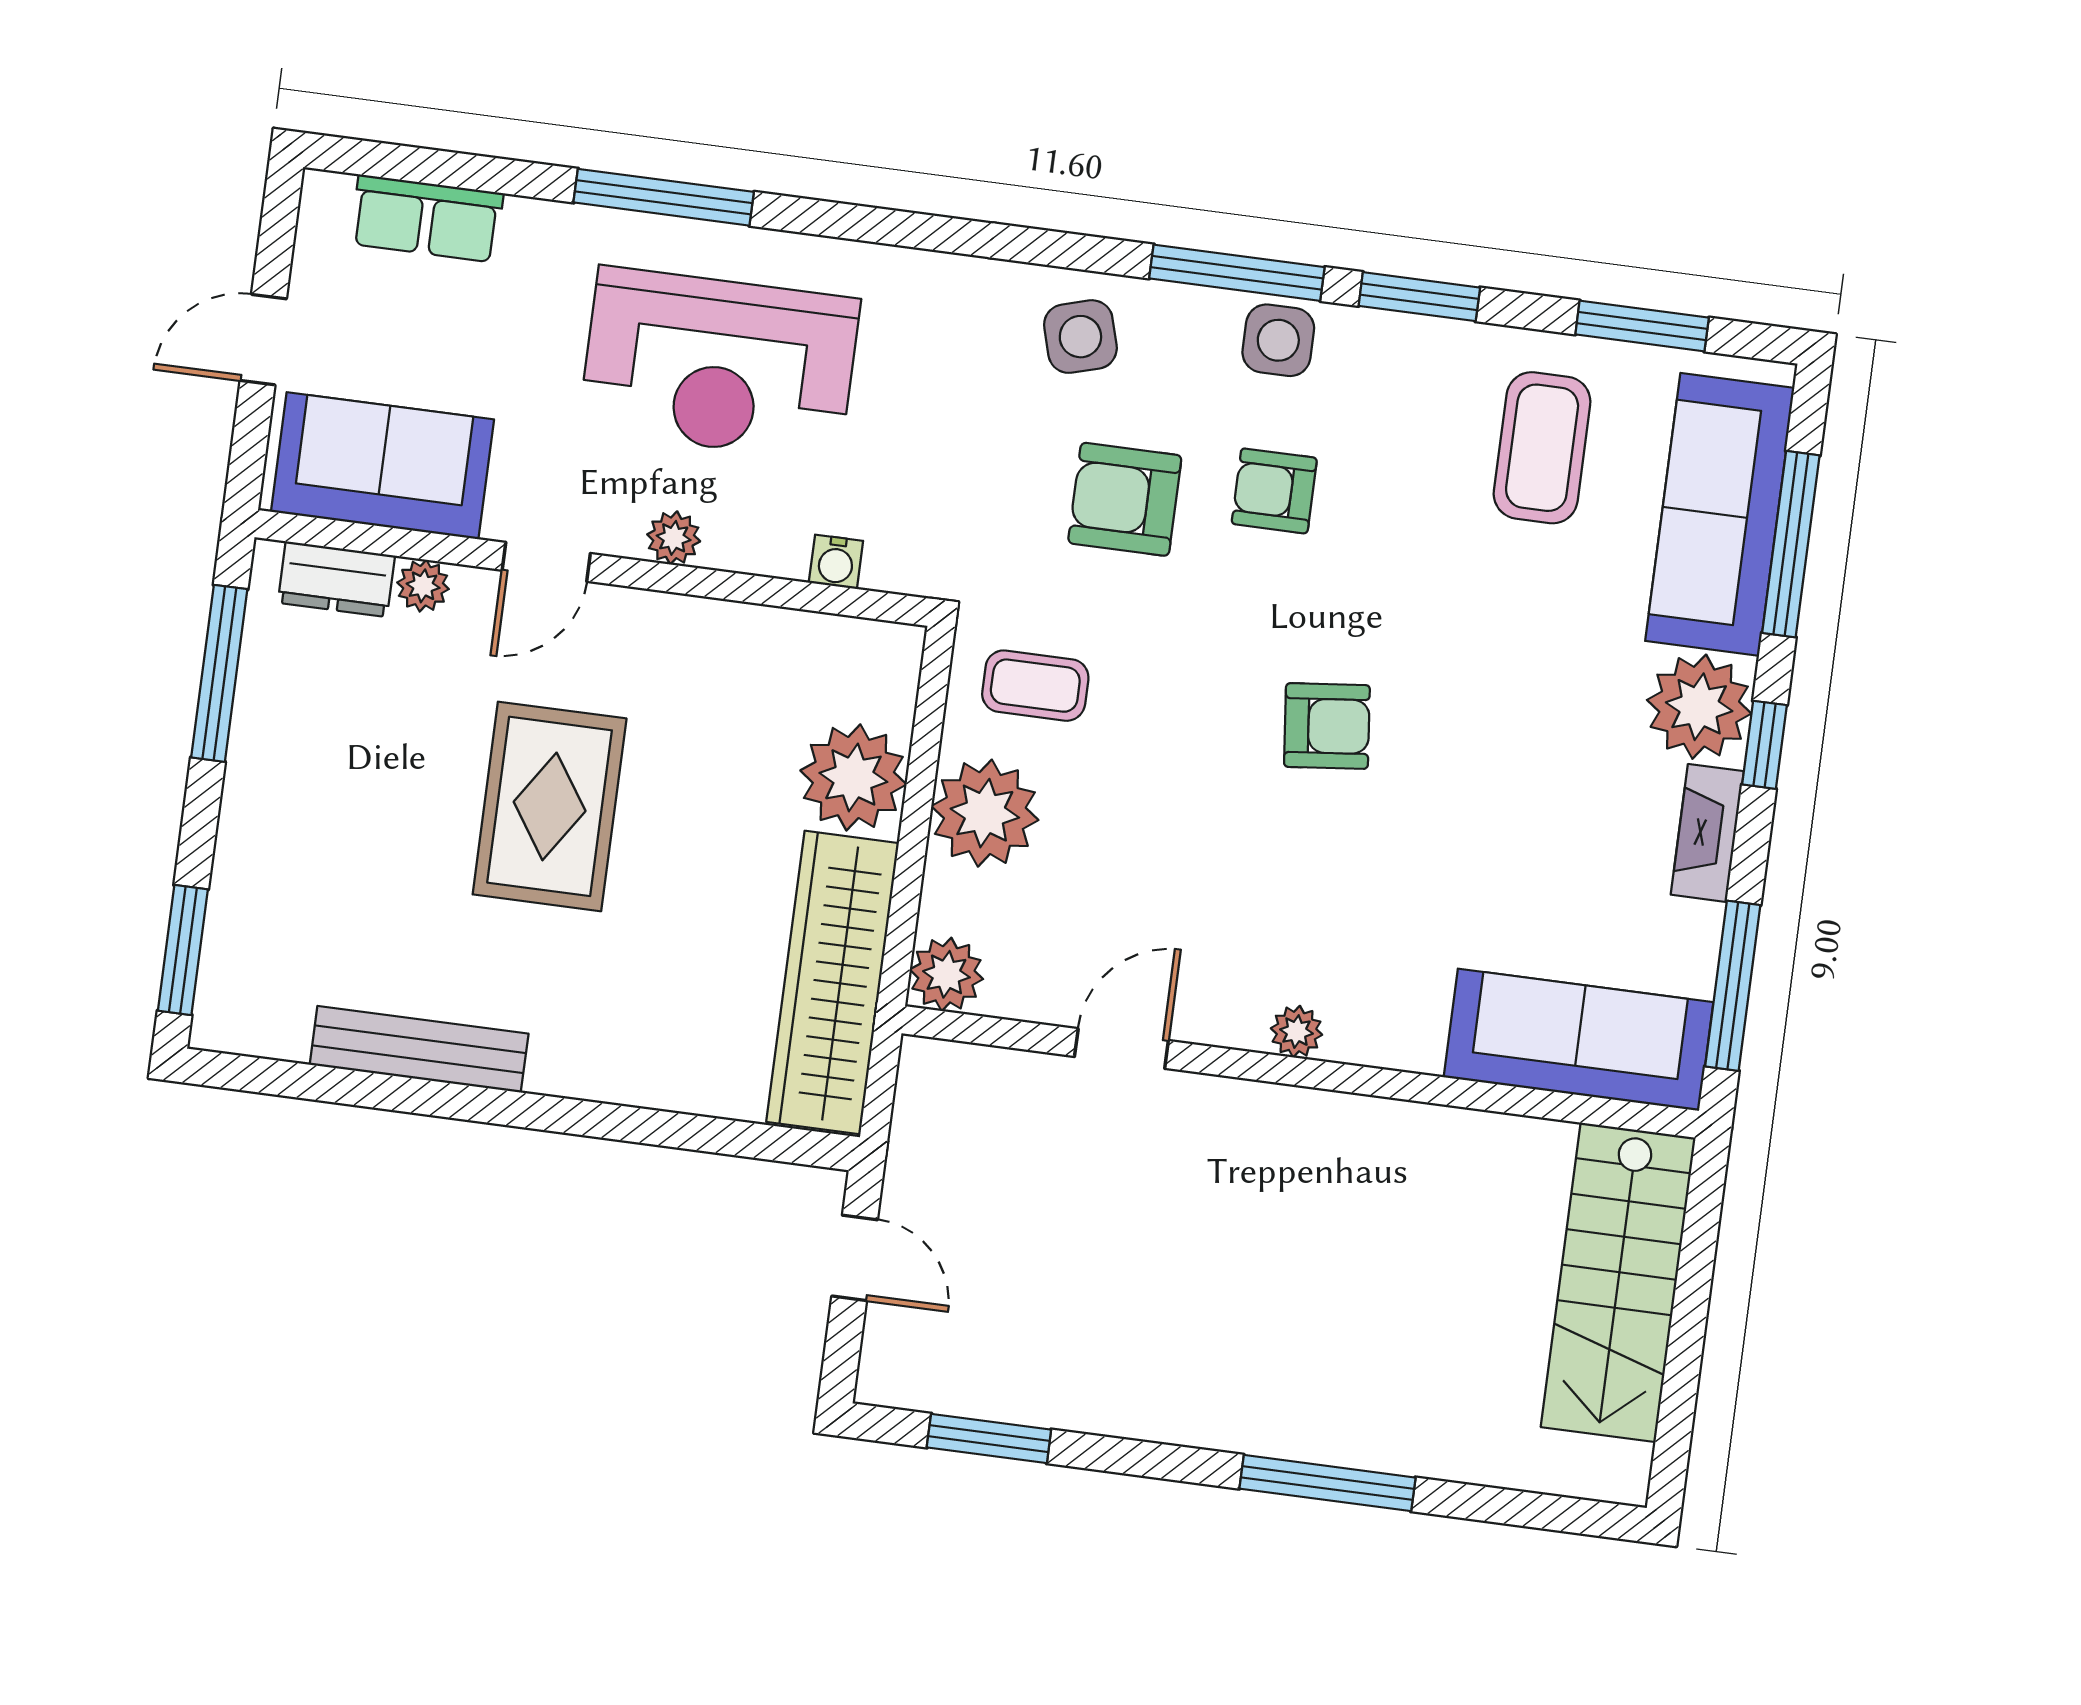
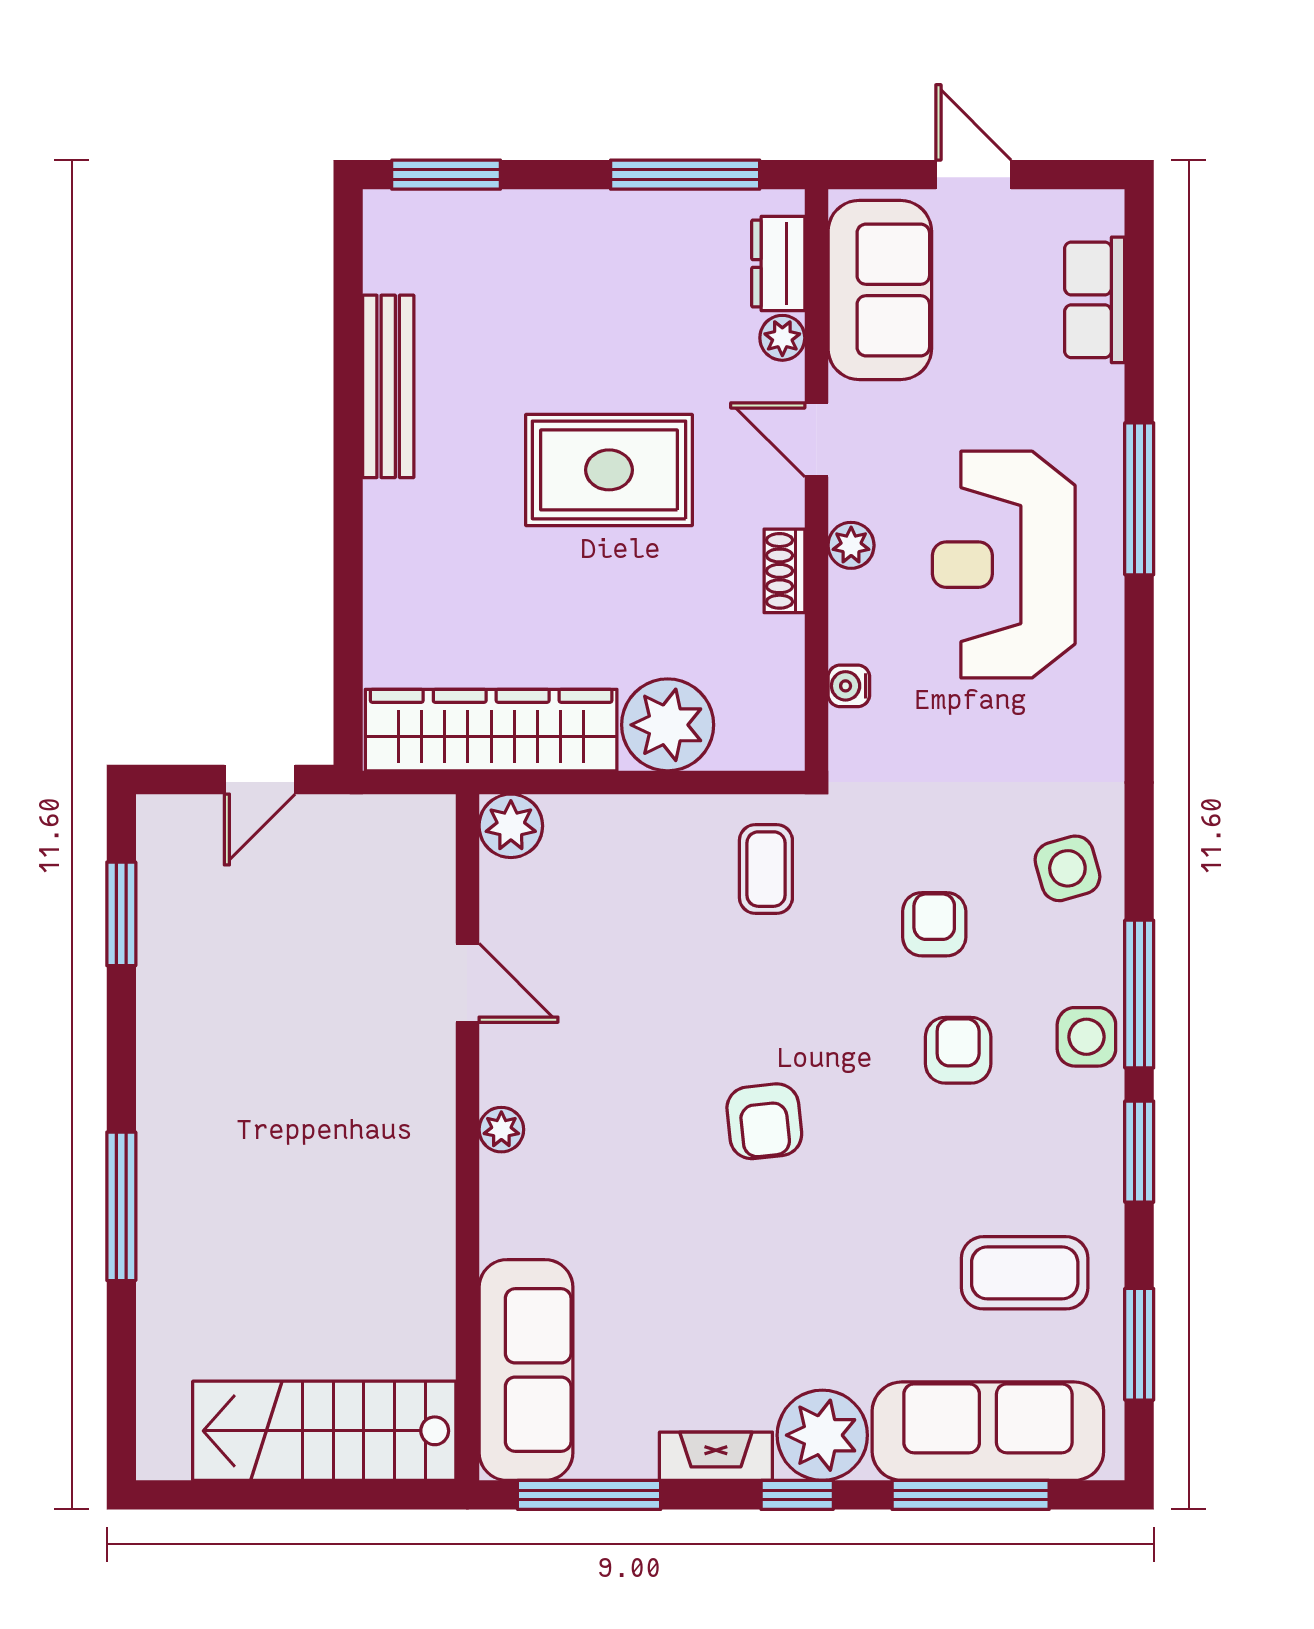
armchair: (1125, 499) -> (934, 924), width x0.72, depth x0.72
shoe rack: (693, 619) -> (784, 571), added
plant: (985, 813) -> (652, 840), removed

